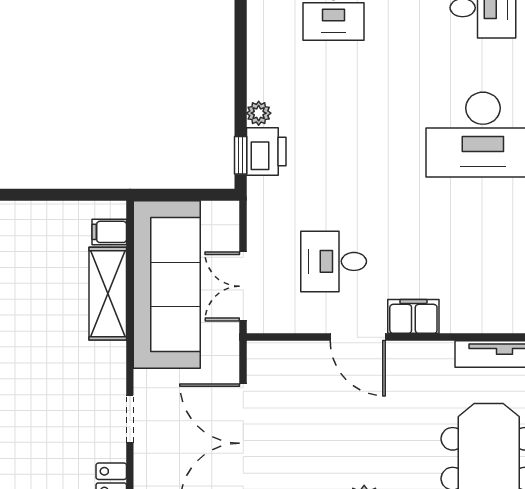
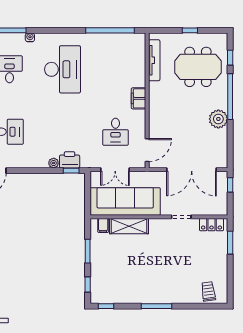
window: (48, 195) -> (88, 251), added
double door: (243, 286) -> (115, 170), moved
door: (358, 337) -> (147, 150), moved

